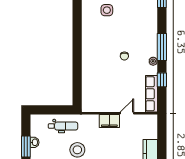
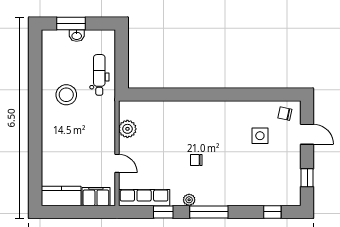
plant: (102, 106) -> (127, 129), added
filing cabinet: (109, 121) -> (96, 197), moved, turned 90
dental chair: (63, 126) -> (99, 75), turned 180

